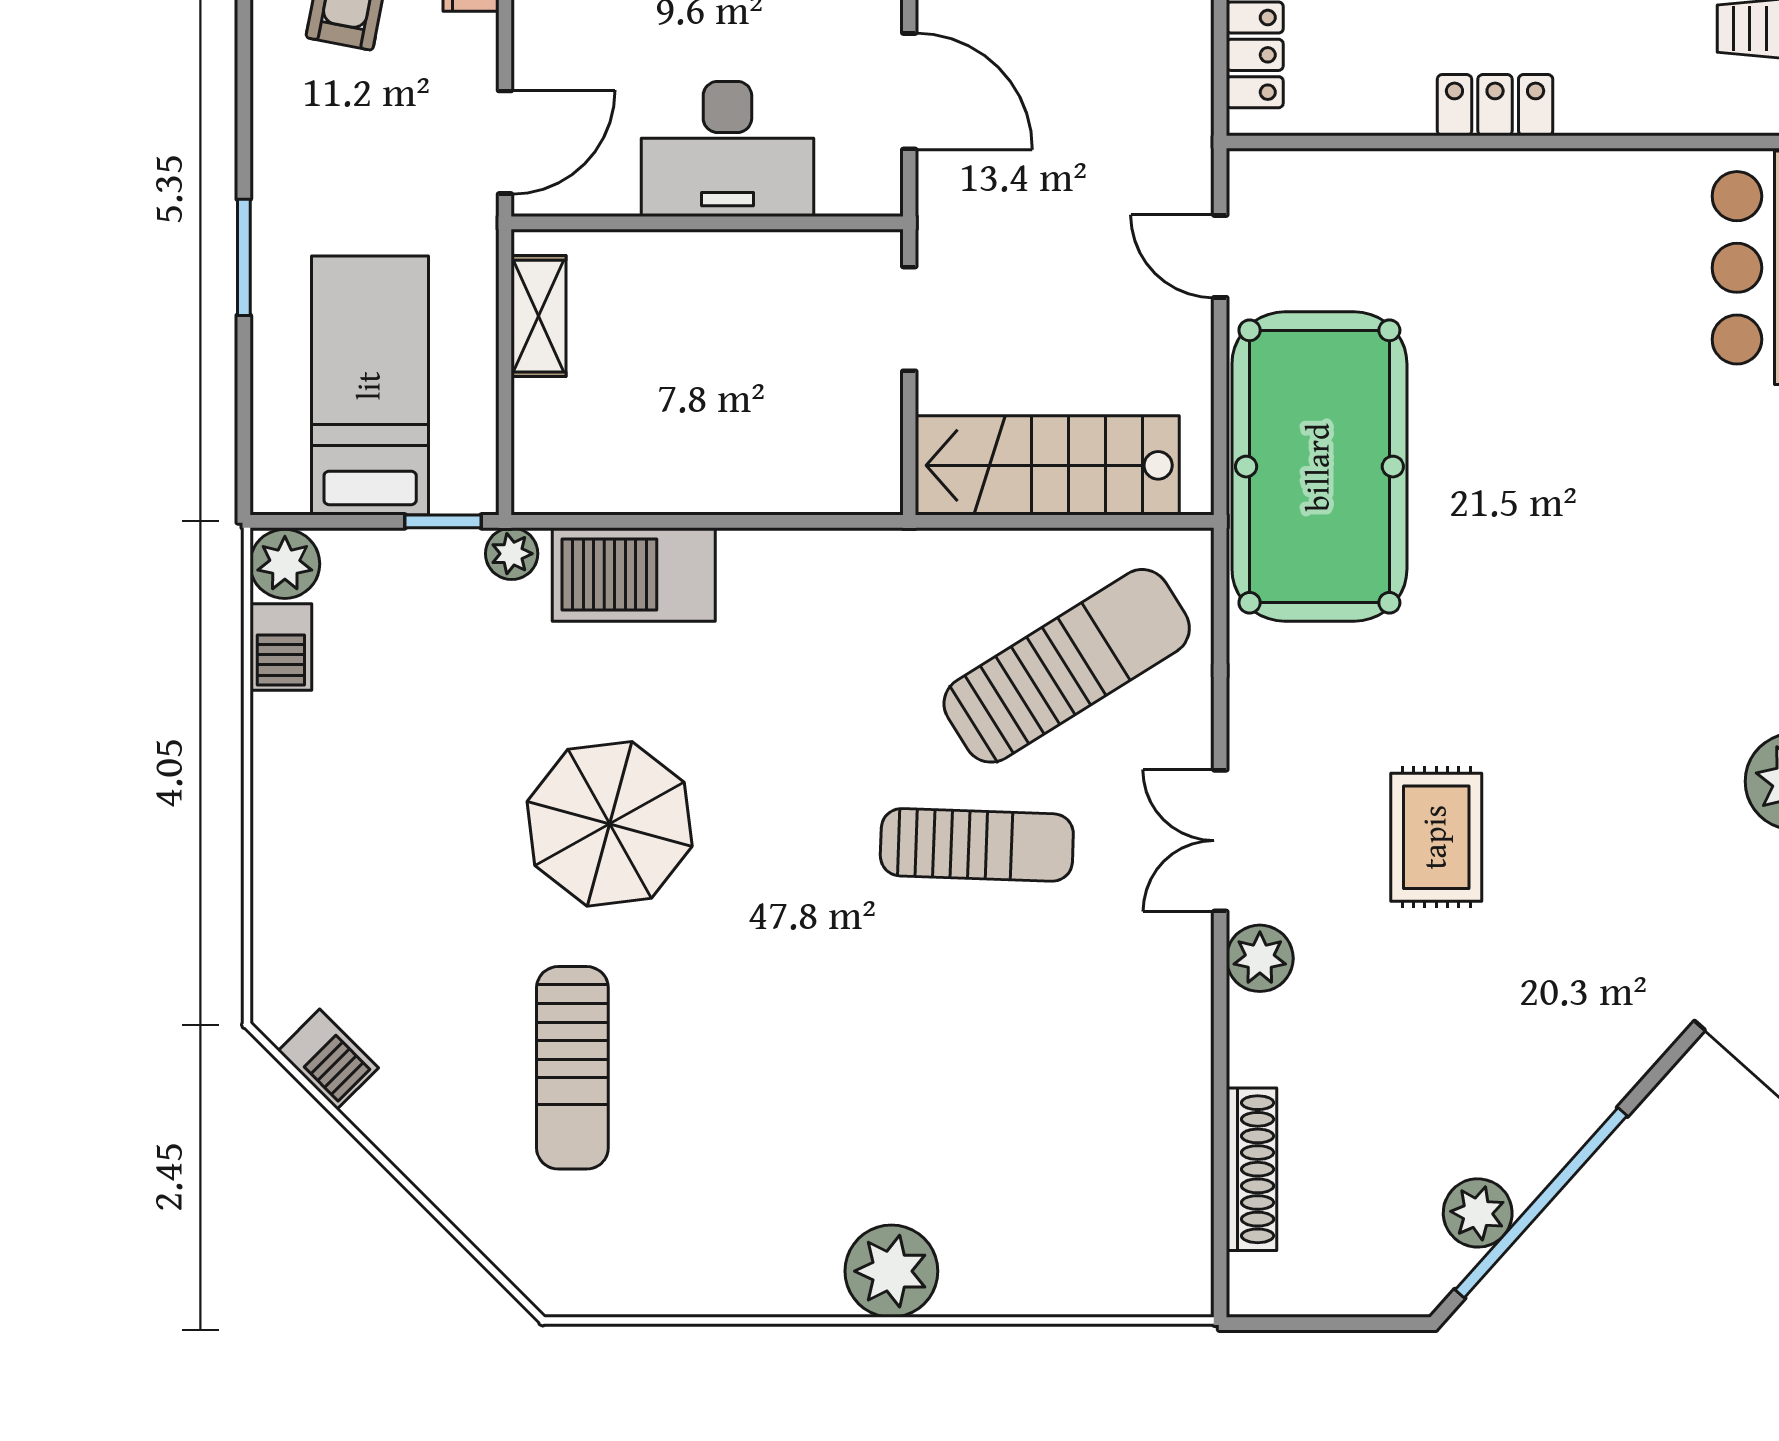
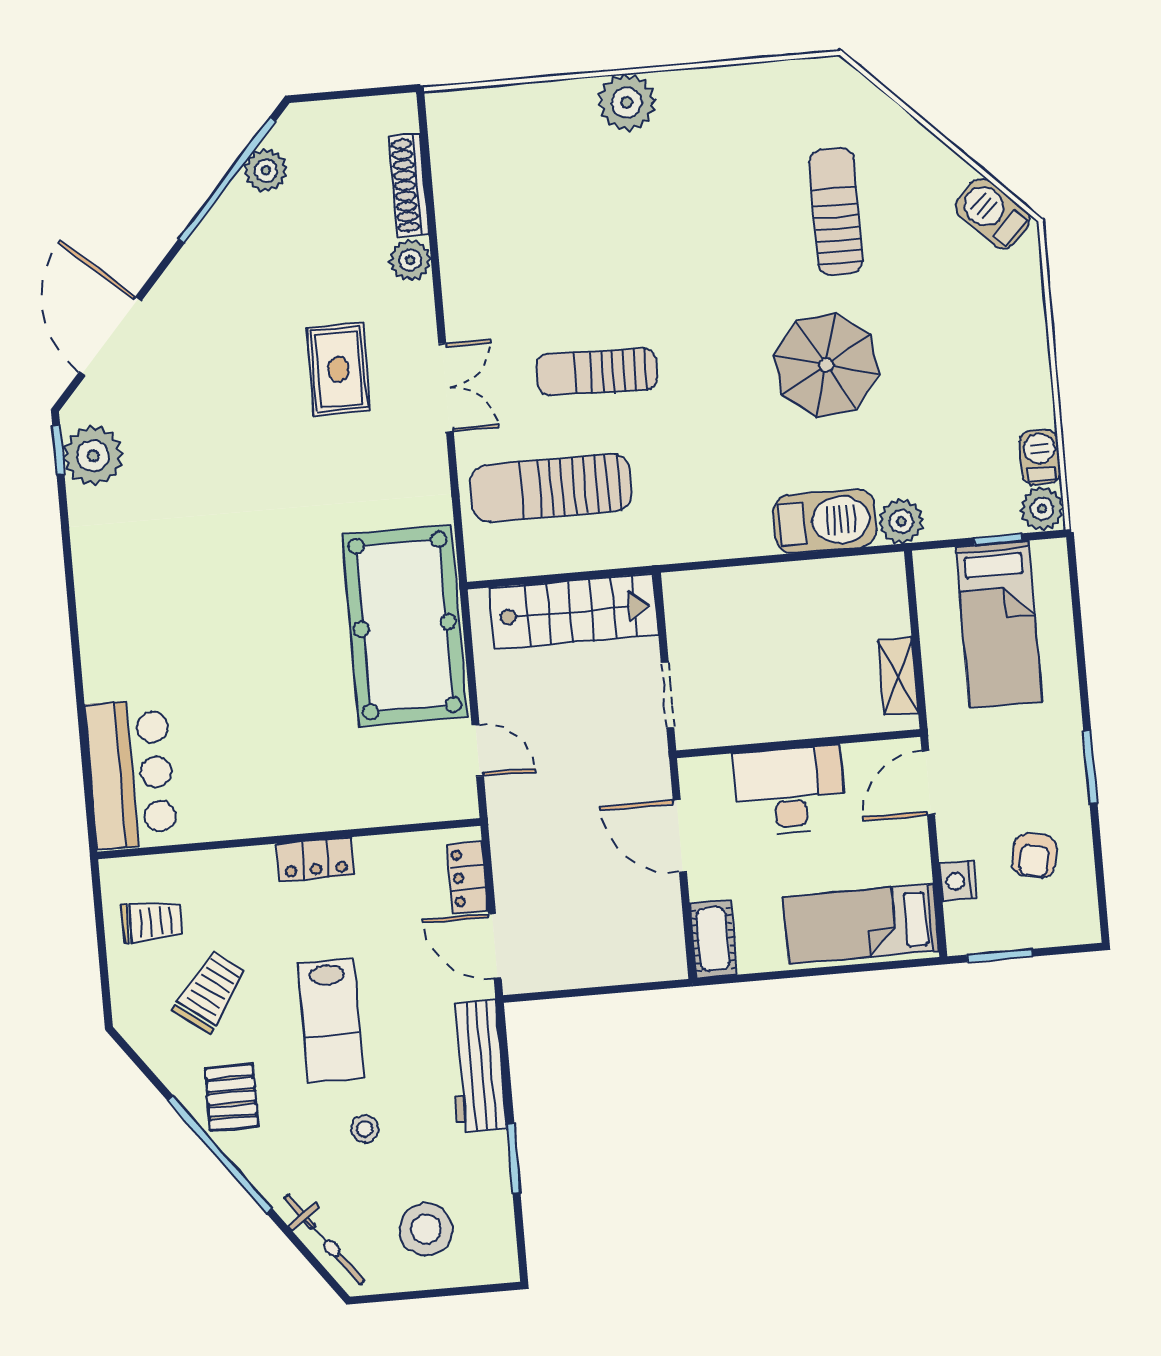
window: (244, 257) -> (1090, 767), moved
window: (443, 521) -> (998, 539), moved
plant: (512, 554) -> (901, 521), width x1.38, depth x1.38
sun lounger: (1067, 666) -> (551, 488), turned 32
rug: (1436, 837) -> (339, 369), moved
plant: (1260, 958) -> (410, 260), moved
barbecue: (328, 1059) -> (993, 213), width x1.38, depth x1.27

